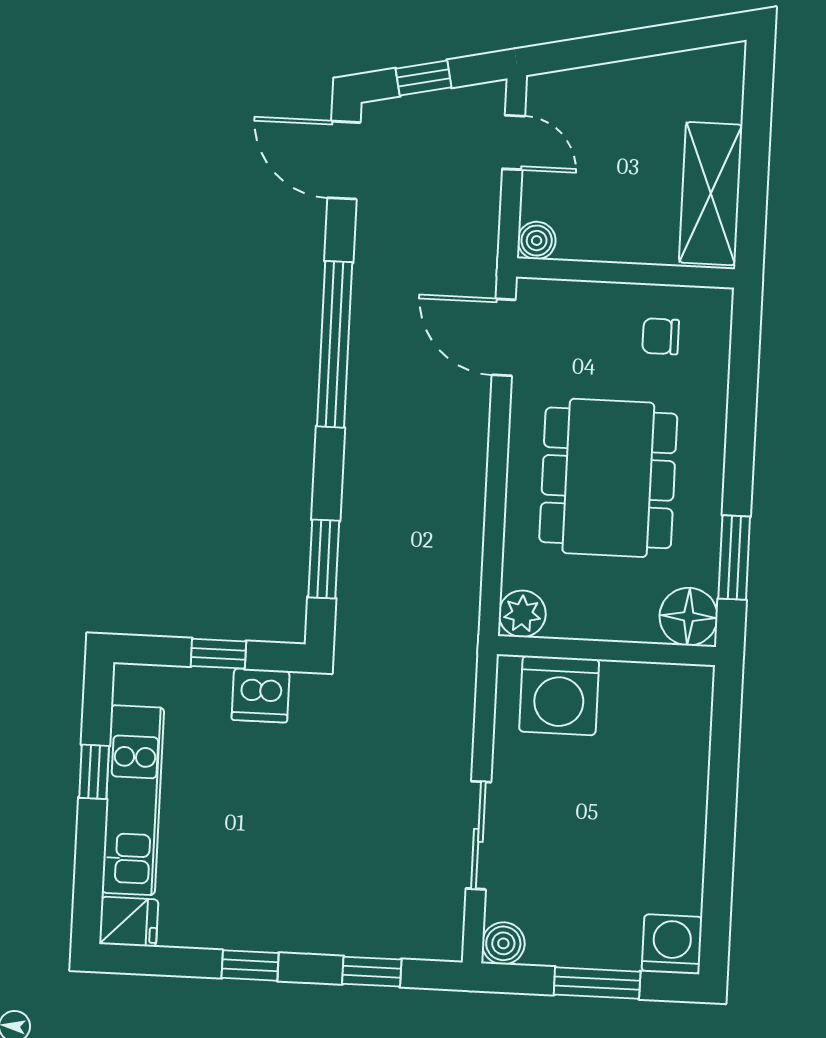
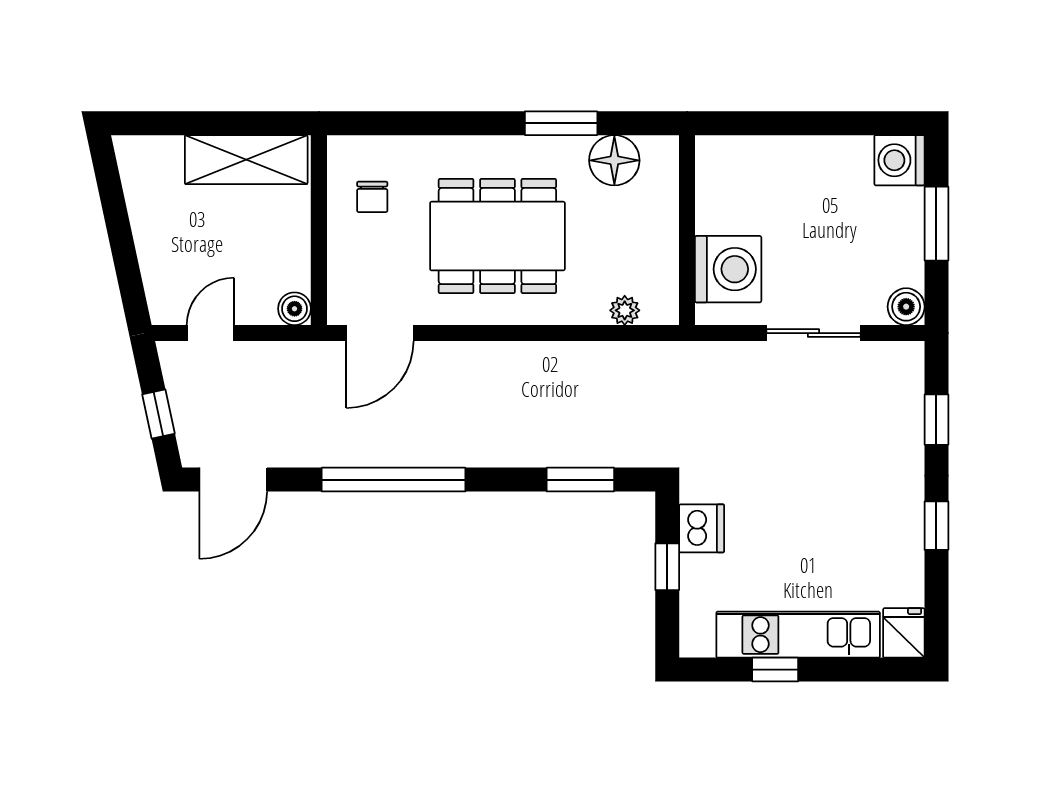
plant: (522, 614) -> (625, 310), width x0.73, depth x0.73
wall: (606, 651) -> (687, 230), moved
washing machine: (559, 696) -> (728, 269), moved

